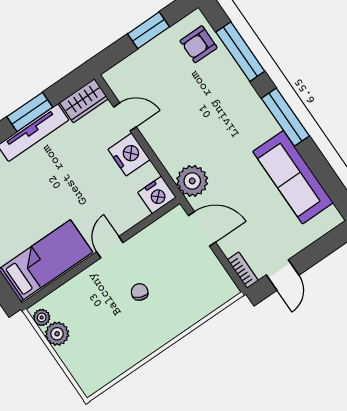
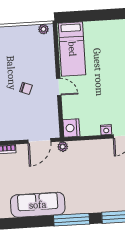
nightstand: (129, 155) -> (106, 130), width x0.53, depth x0.56
plant: (192, 181) -> (63, 147), width x0.53, depth x0.53
plant: (57, 334) -> (30, 32), removed

